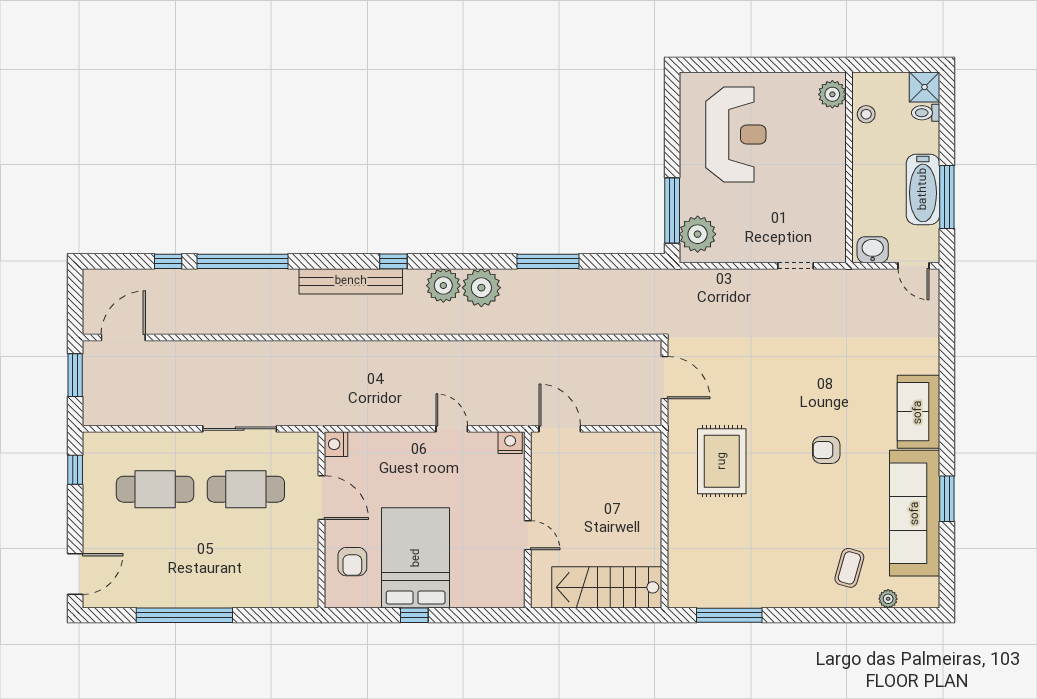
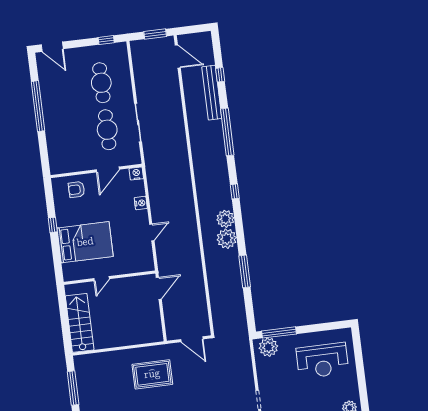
window: (242, 261) -> (227, 132), moved
bench: (351, 281) -> (212, 93), moved
door: (664, 378) -> (192, 339), hinge flipped
nightstand: (510, 443) -> (141, 203), moved
bed: (416, 558) -> (85, 242), moved

